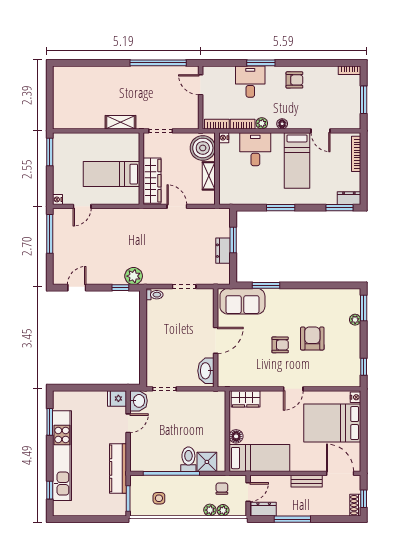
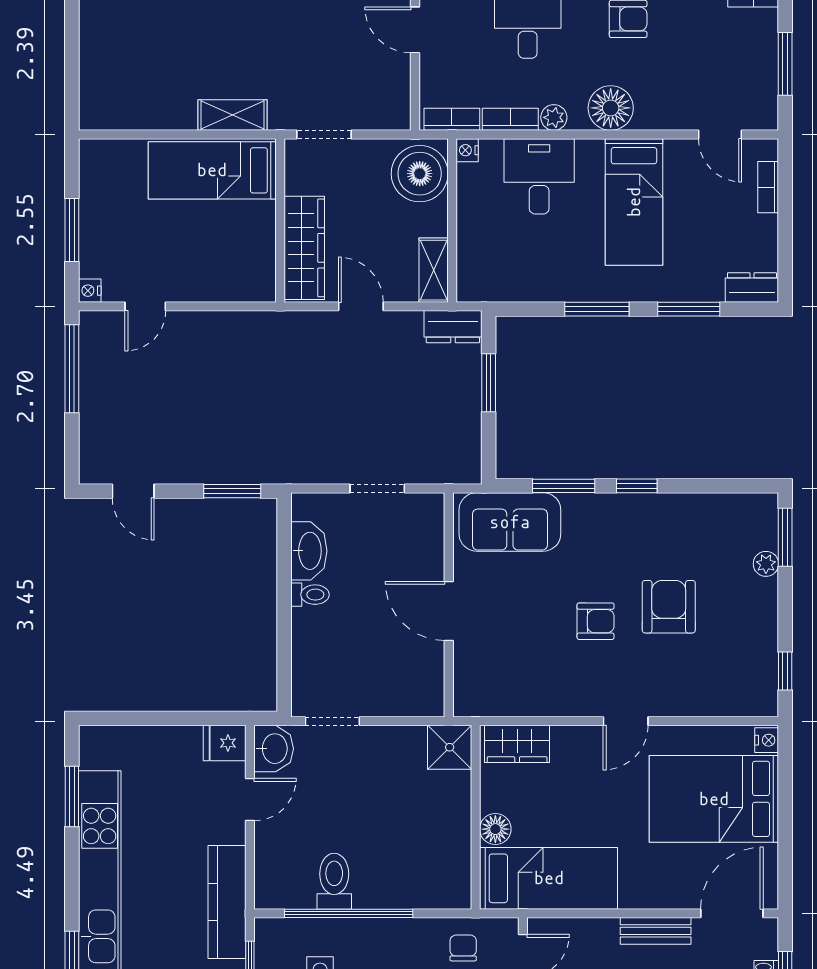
floor lamp: (282, 124) -> (611, 108), width x1.89, depth x1.89
door: (320, 131) -> (720, 134), moved
window: (50, 152) -> (72, 230), moved
bookcase: (356, 154) -> (768, 187), width x0.64
bed: (112, 174) -> (212, 170), moved
shelving: (209, 176) -> (434, 270), moved
window: (339, 208) -> (689, 309), moved
dresser: (223, 251) -> (453, 327), moved, turned -90
plant: (134, 276) -> (262, 465), removed
window: (298, 285) -> (637, 486), added
door: (77, 288) -> (133, 491), swing flipped
window: (120, 288) -> (232, 491), width x1.50
toilet: (155, 295) -> (310, 595), moved
door: (216, 340) -> (449, 611), swing flipped
washbasin: (206, 371) -> (309, 551), moved, turned 180
toilet: (188, 459) -> (334, 881), moved
shower: (207, 462) -> (450, 747), moved
door: (340, 473) -> (732, 913), hinge flipped

